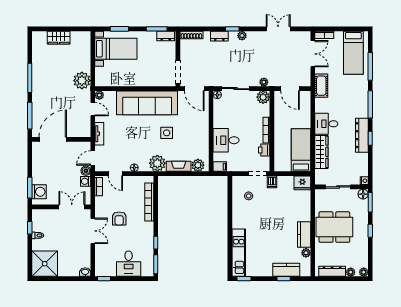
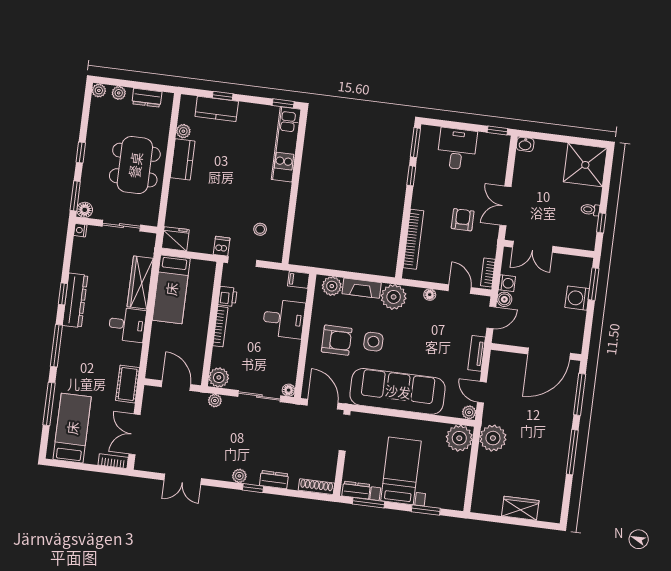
bed with nightstands: (116, 49) -> (401, 471), moved, turned 90
plant: (104, 78) -> (459, 438), added
armchair: (190, 131) -> (337, 340), added
washing machine: (39, 192) -> (577, 298), moved
dining table: (334, 227) -> (135, 165), turned 90
dresser: (332, 271) -> (147, 98), width x0.70

